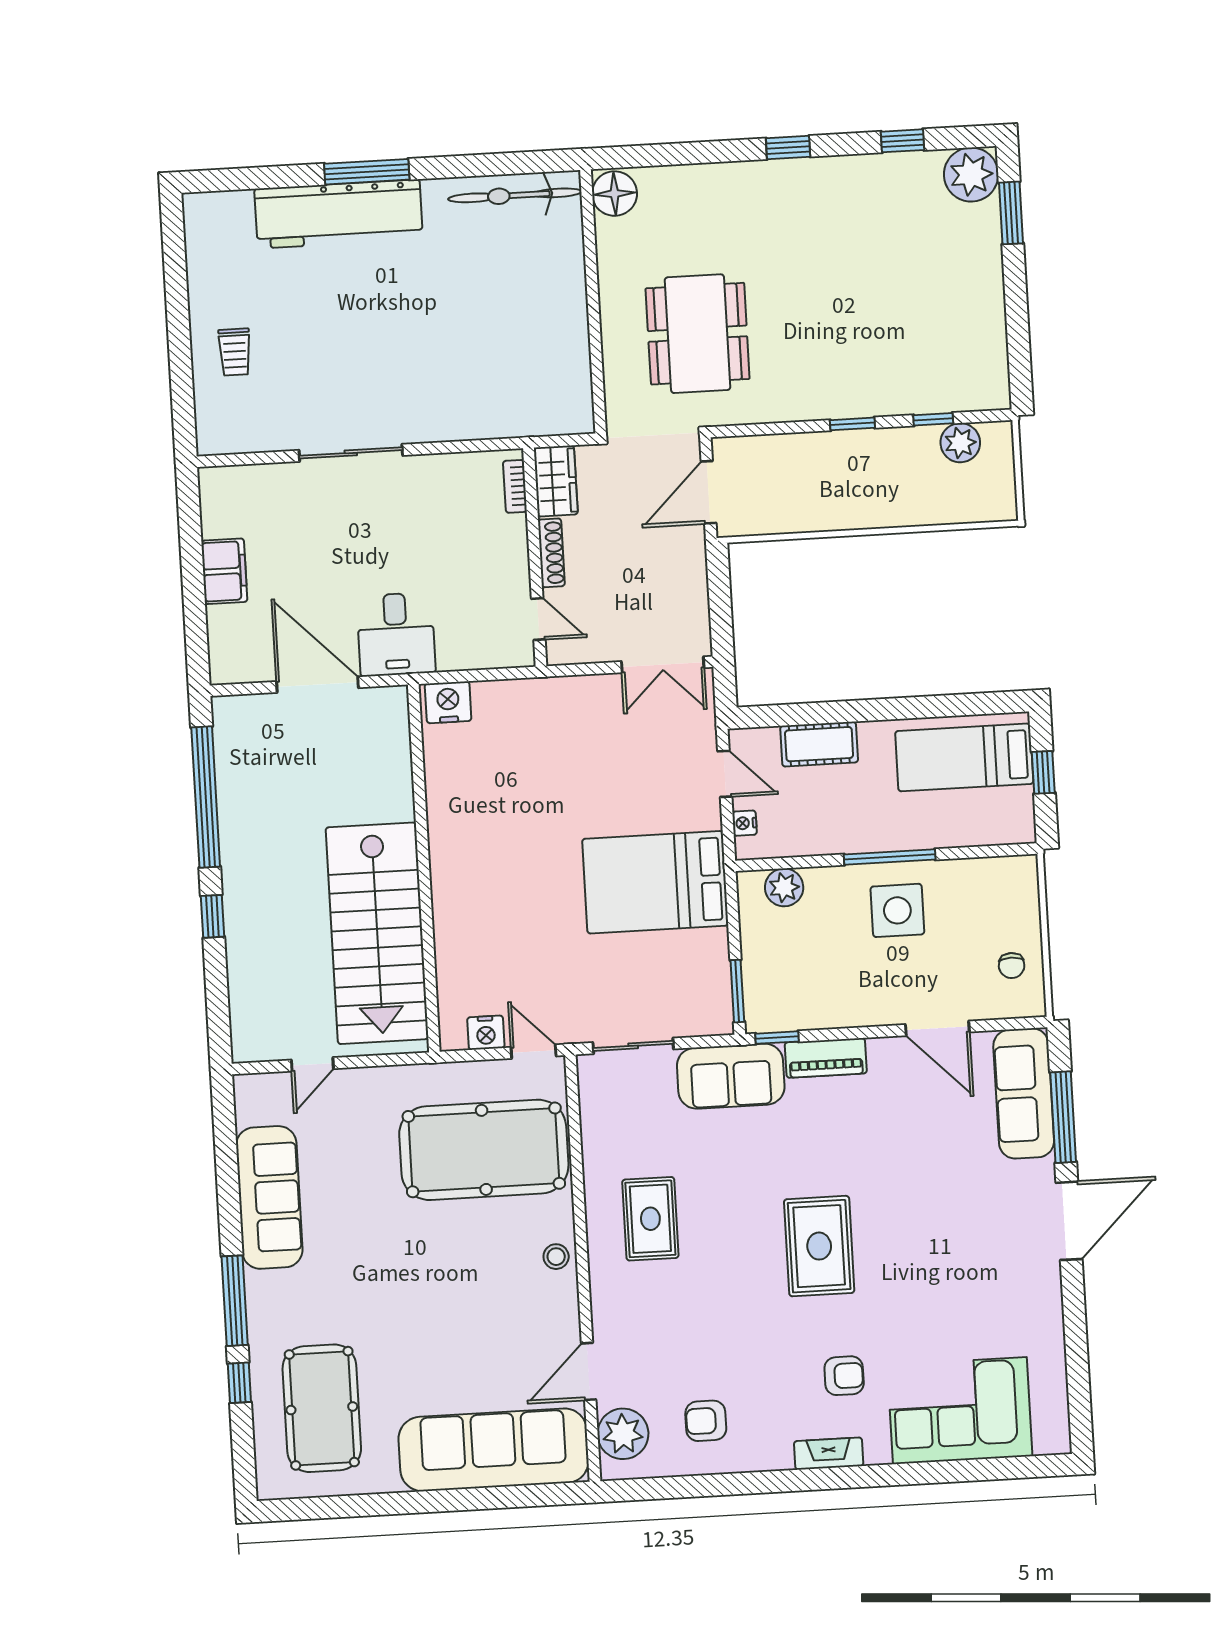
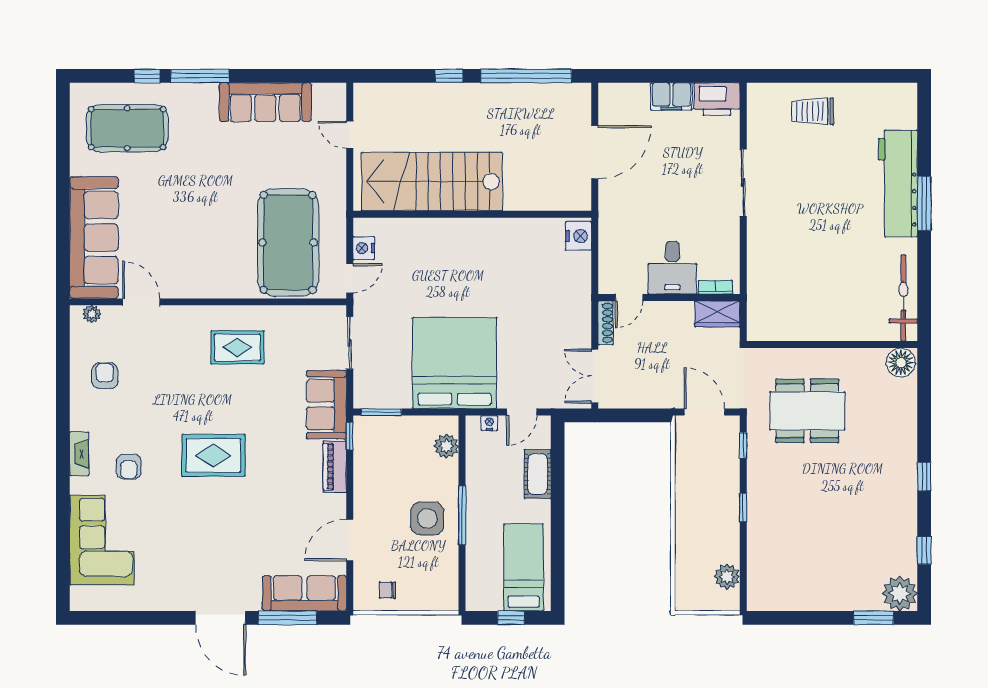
trolley: (235, 352) -> (813, 111), width x1.36, depth x1.39
window: (933, 419) -> (743, 445), moved
printer: (225, 501) -> (717, 99), added
shoe rack: (551, 553) -> (606, 323), moved, turned -90
desk: (396, 634) -> (672, 268), moved, turned -90
bed: (655, 882) -> (455, 363), width x1.36
stool: (556, 1257) -> (216, 285), removed
plant: (623, 1434) -> (92, 314), width x0.53, depth x0.53

